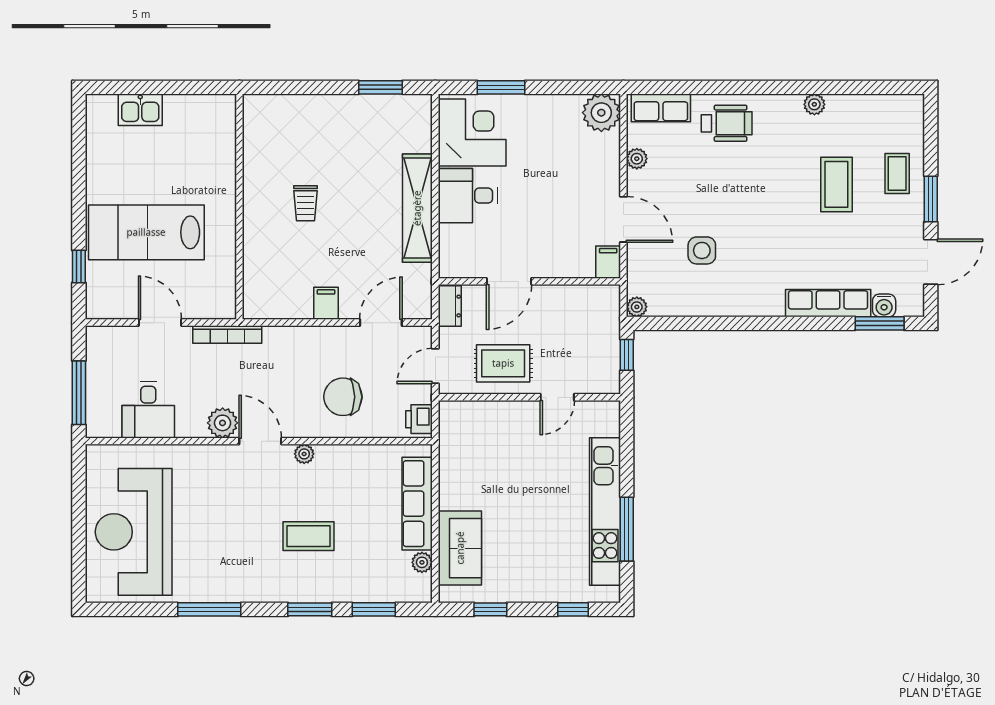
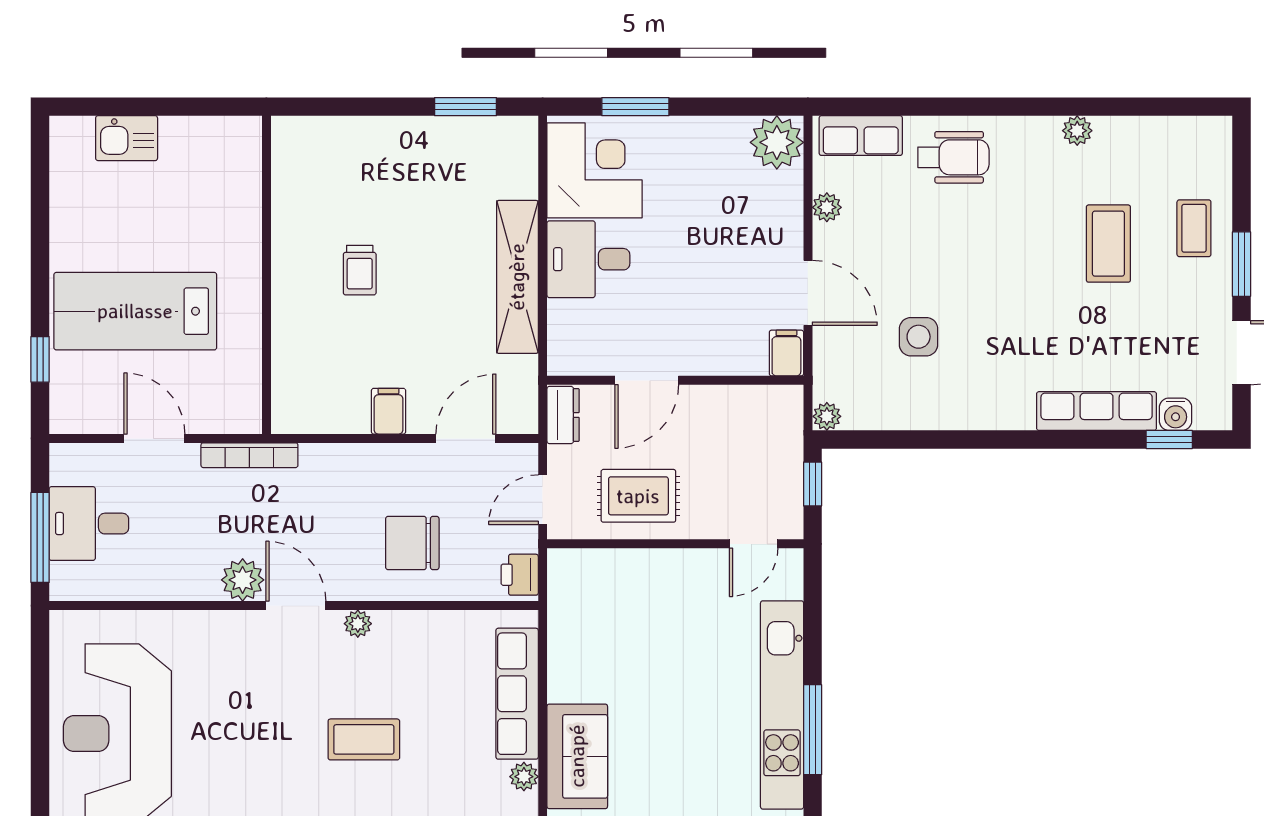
window: (880, 323) -> (1169, 439), width x0.67
door: (557, 397) -> (754, 544), moved
desk: (148, 410) -> (89, 524), moved, turned 90

